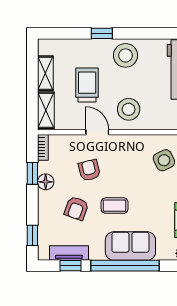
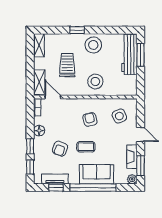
shelving: (45, 73) -> (39, 45), moved
door: (97, 132) -> (53, 97), moved
armchair: (89, 170) -> (90, 120), moved
window: (32, 173) -> (30, 146), moved

